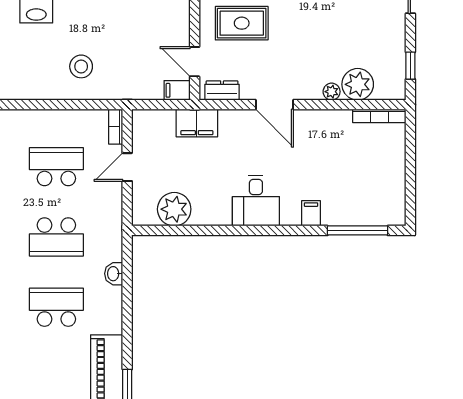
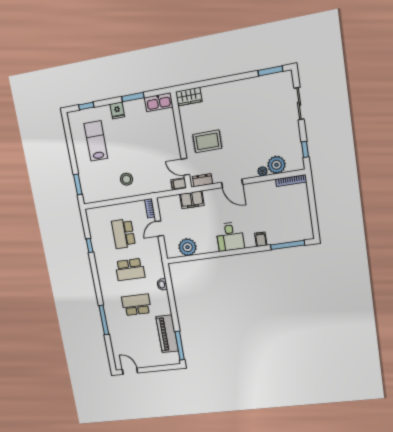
school desk: (56, 167) -> (123, 234), turned -90

